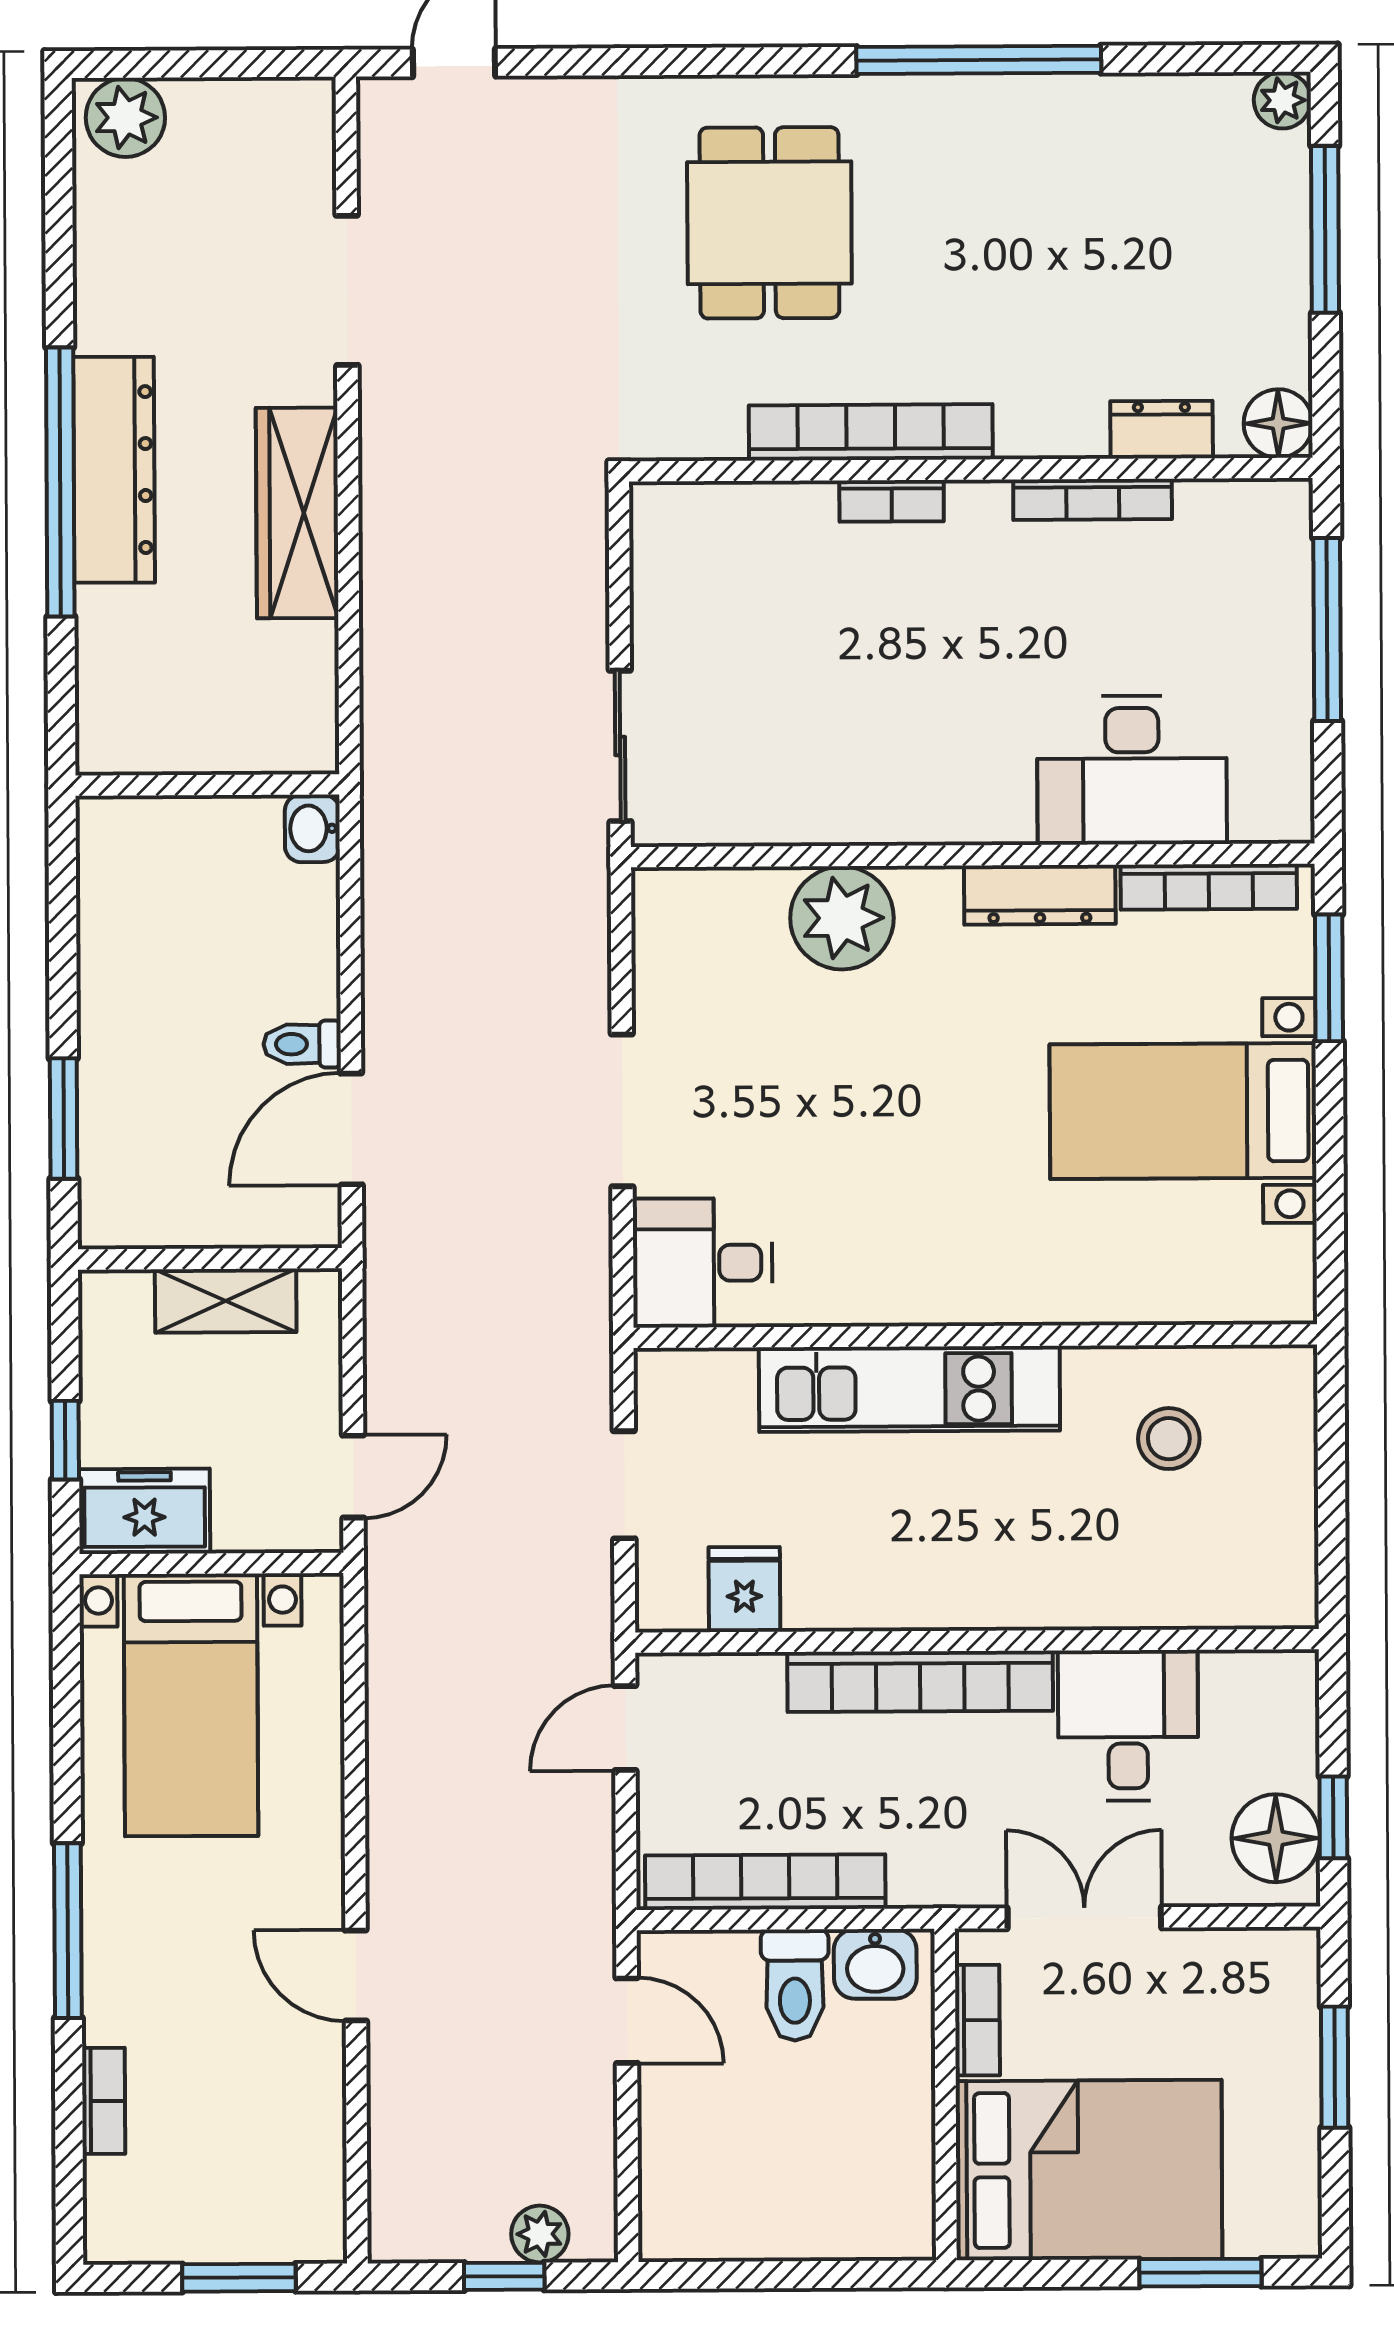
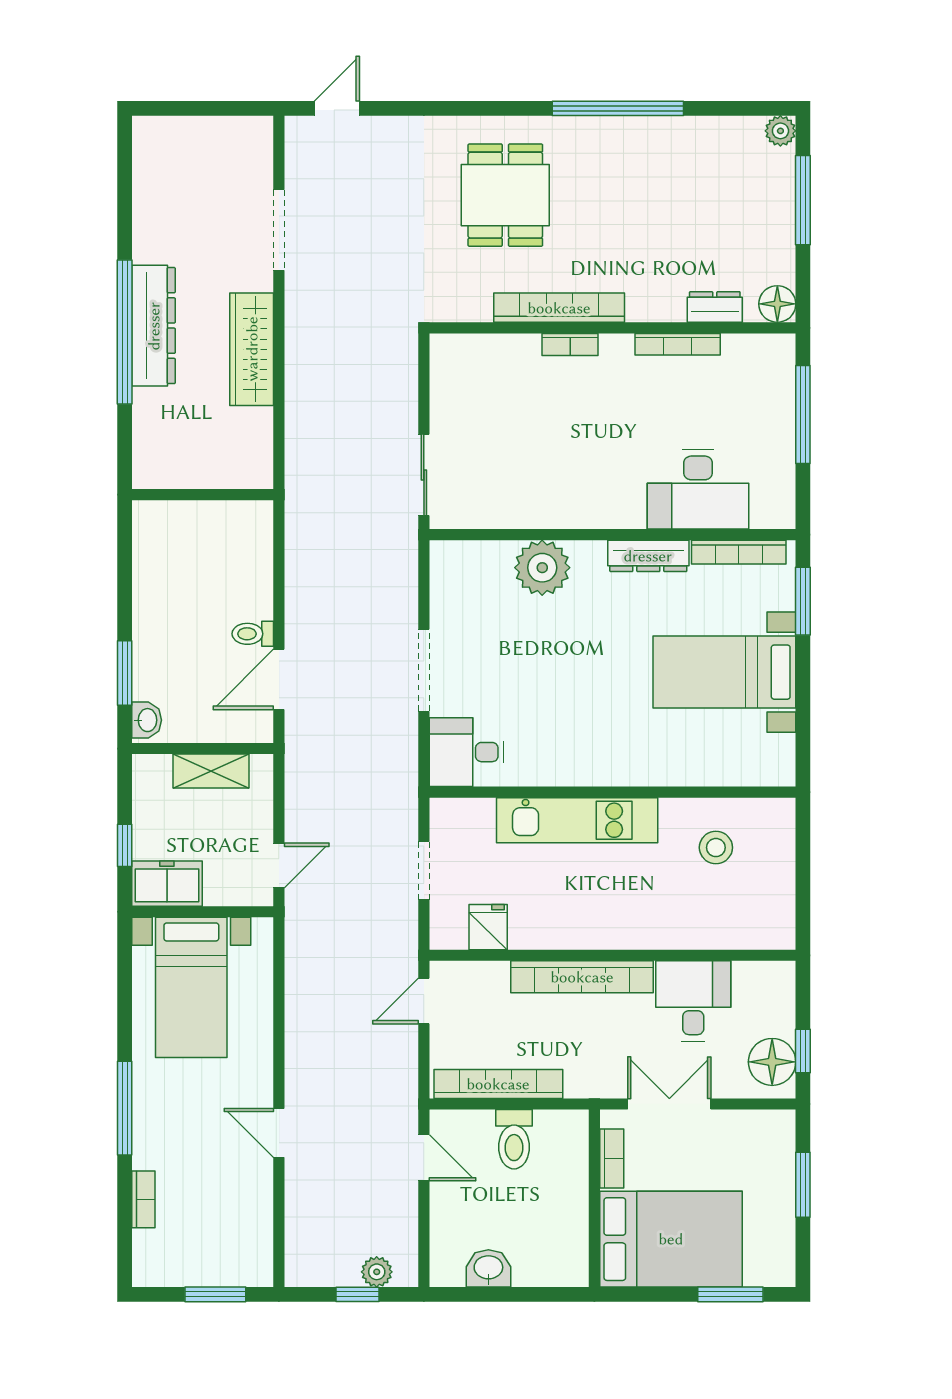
plant: (125, 117) -> (161, 137), removed
washbasin: (312, 828) -> (147, 720), moved, turned 180
washbasin: (875, 1964) -> (488, 1268), moved, turned 180

